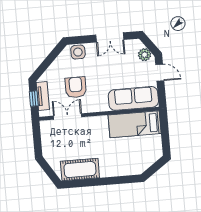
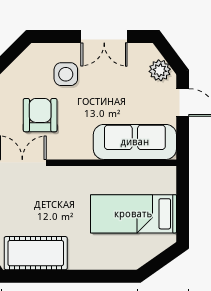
side table: (78, 52) -> (66, 74), moved
bed: (135, 124) -> (133, 214), moved

